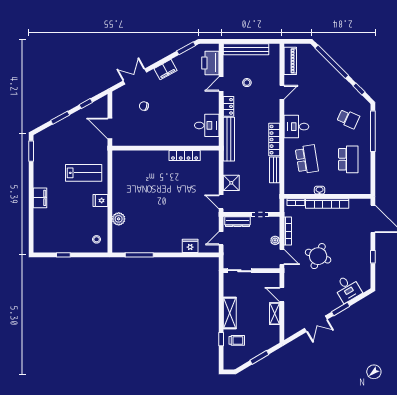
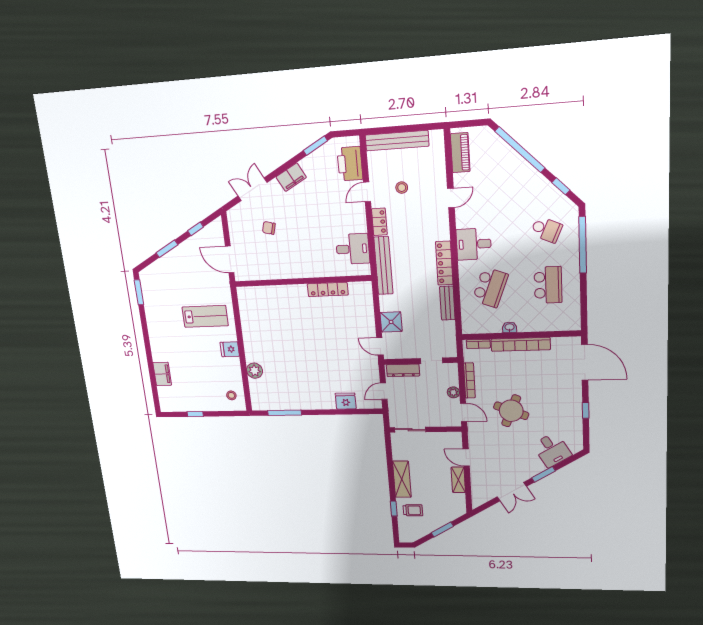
school desk: (307, 159) -> (490, 287), turned 30
filing cabinet: (40, 198) -> (162, 374), moved

